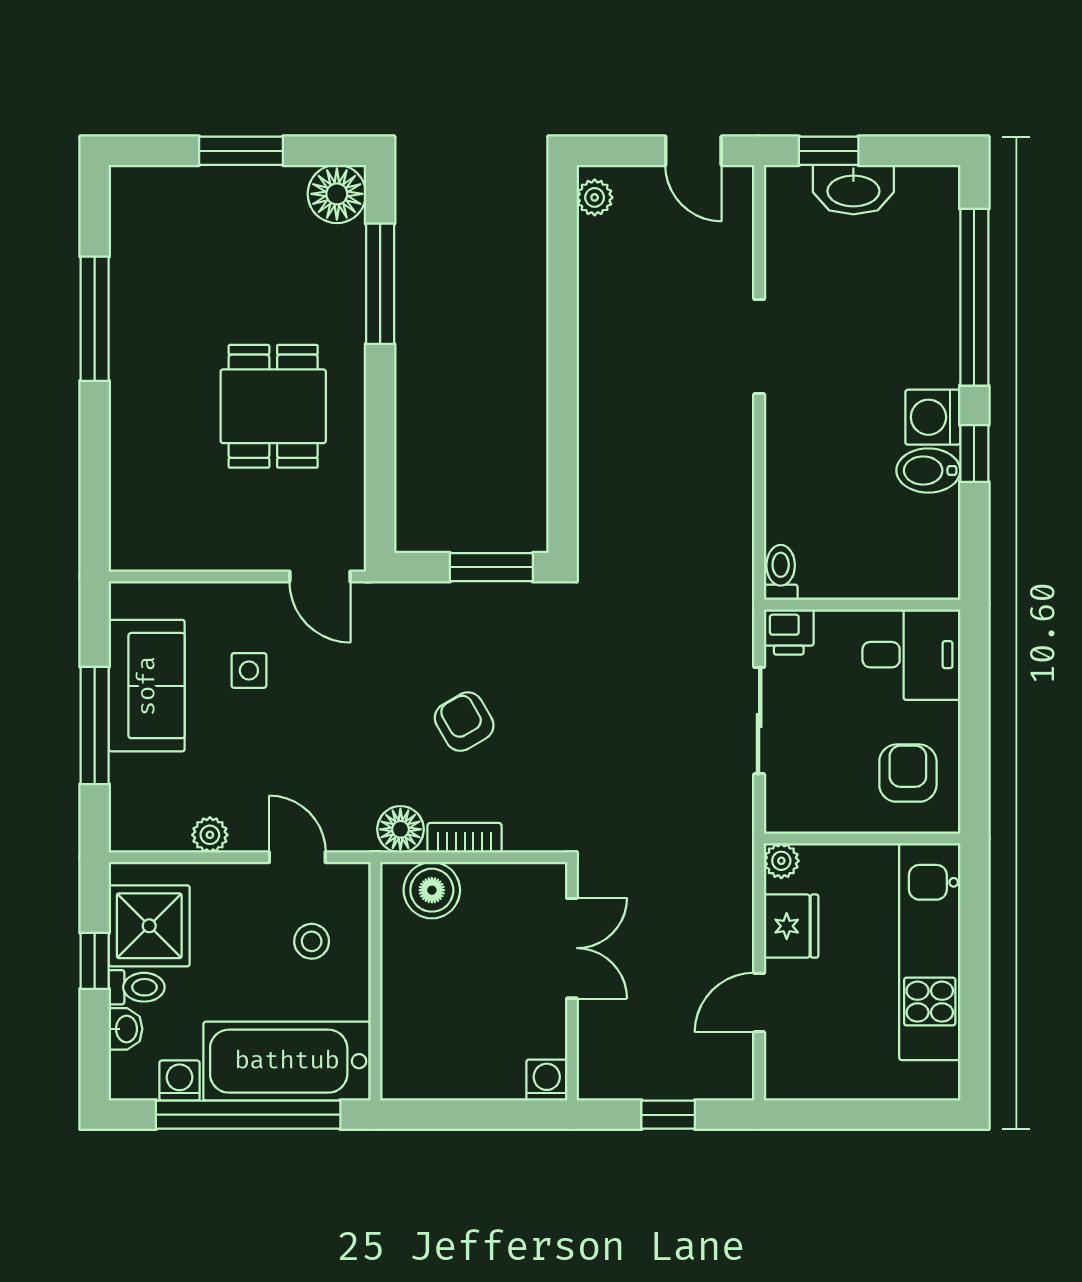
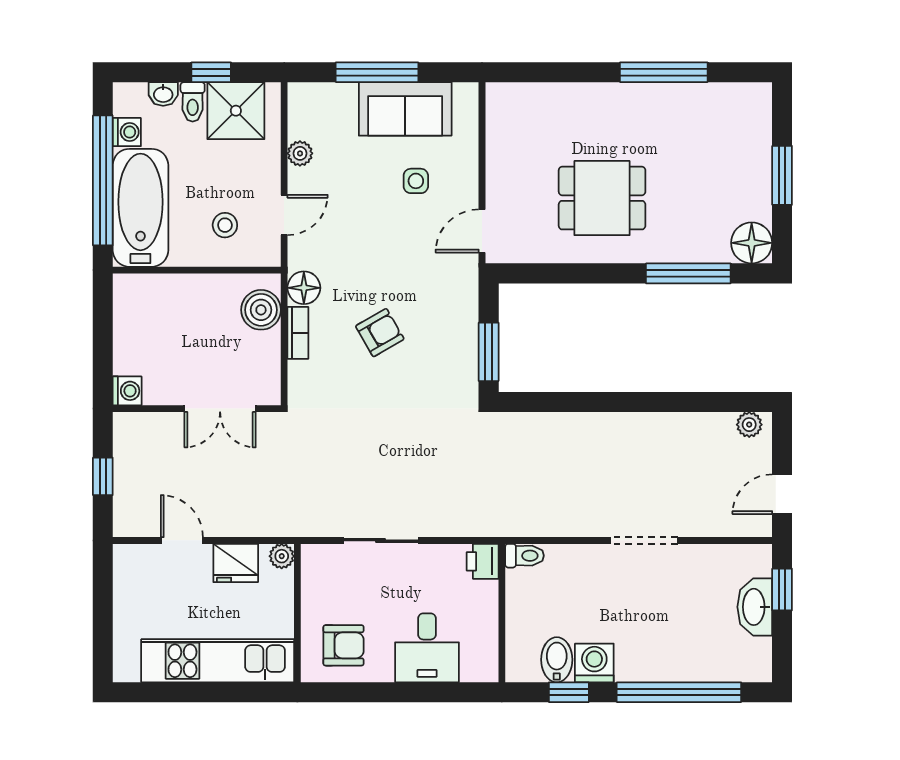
toilet: (781, 572) -> (524, 556), moved
wall: (862, 605) -> (502, 613), moved
printer: (789, 632) -> (483, 561), moved

